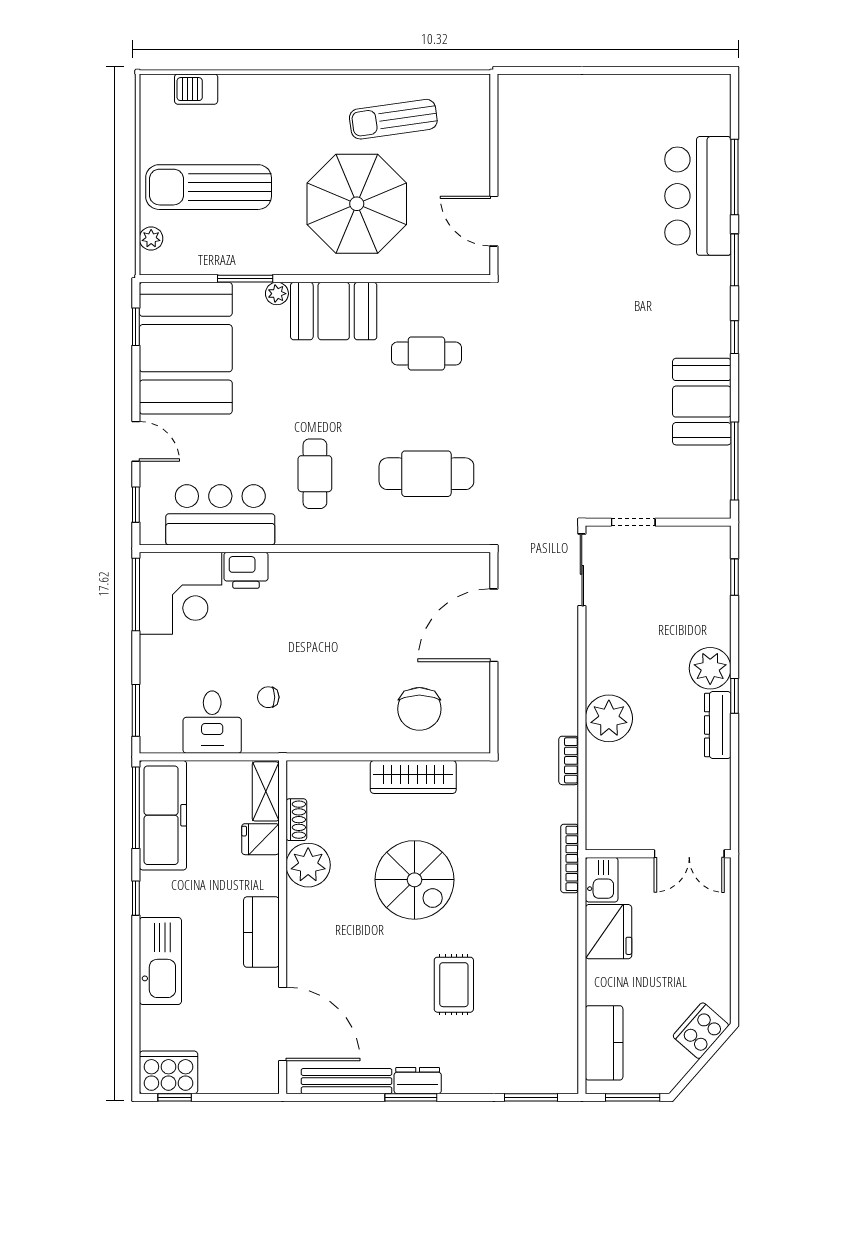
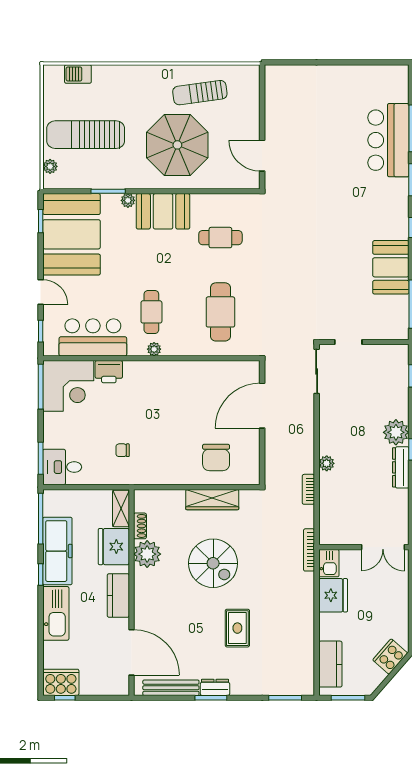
cafe table: (426, 474) -> (220, 312), turned 90
plant: (319, 534) -> (154, 349), added
plant: (609, 718) -> (327, 463), width x0.53, depth x0.53
desk: (212, 722) -> (62, 467), moved, turned 90
freezer: (163, 815) -> (57, 551), moved
fridge: (260, 839) -> (114, 547), width x1.88, depth x1.34

